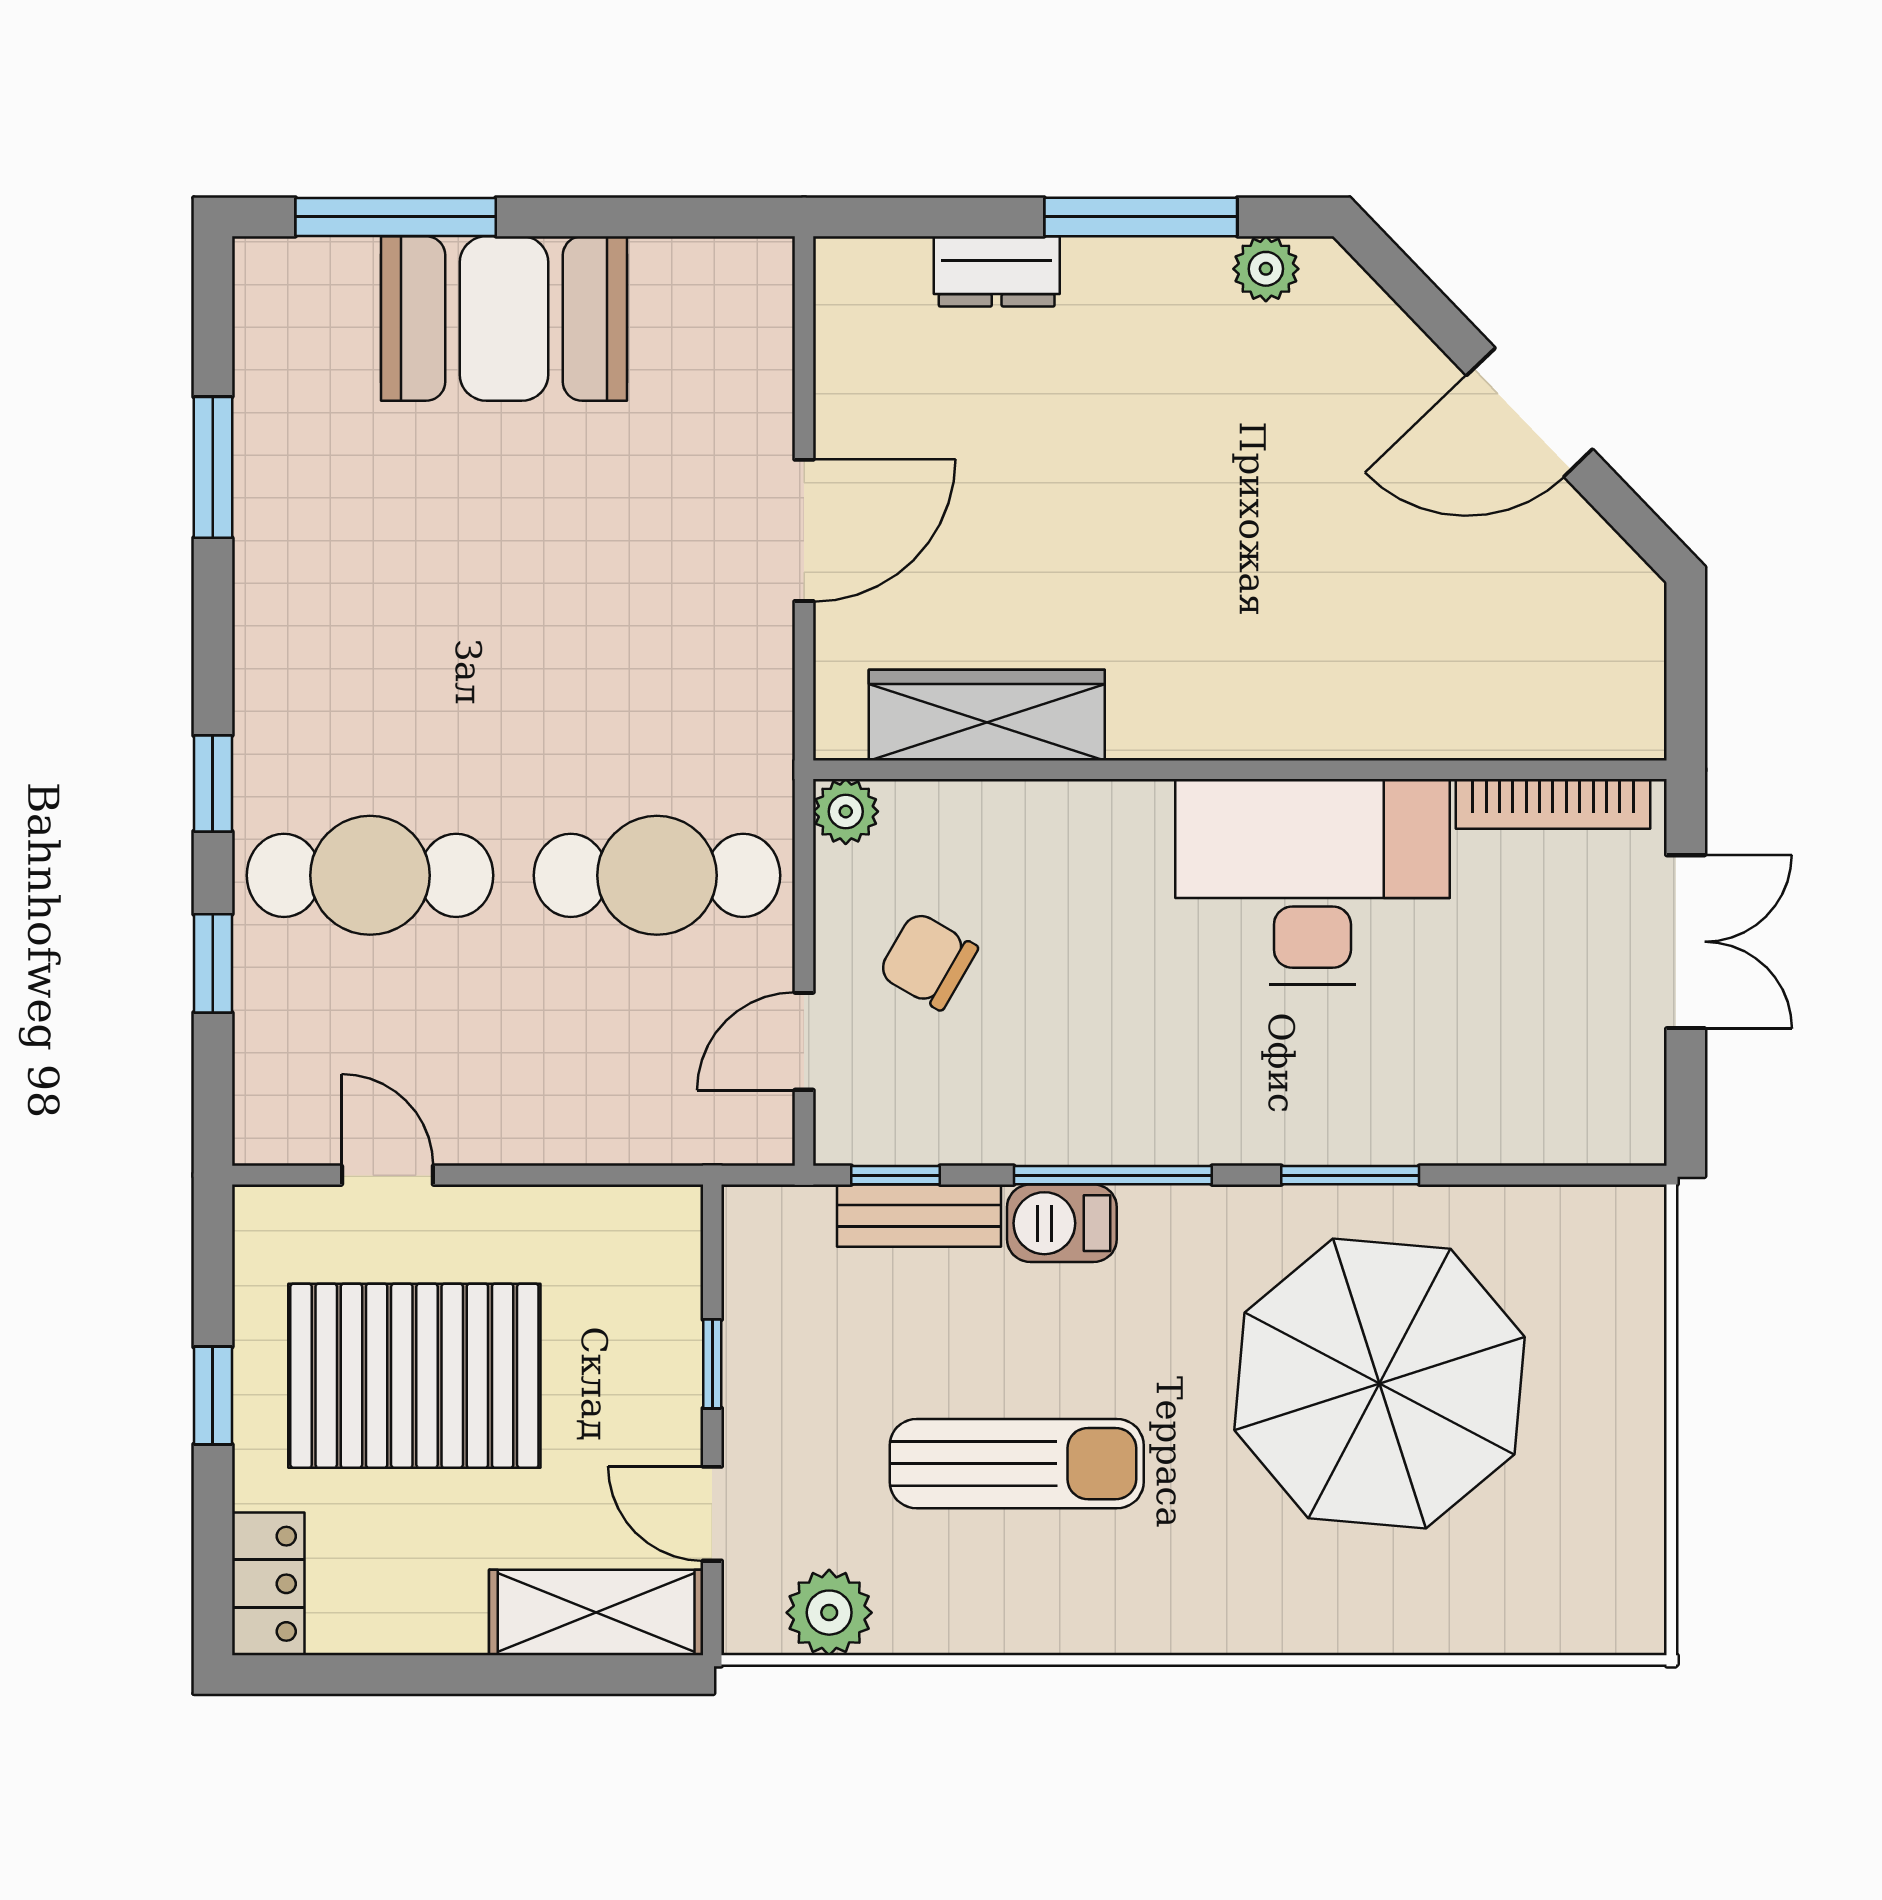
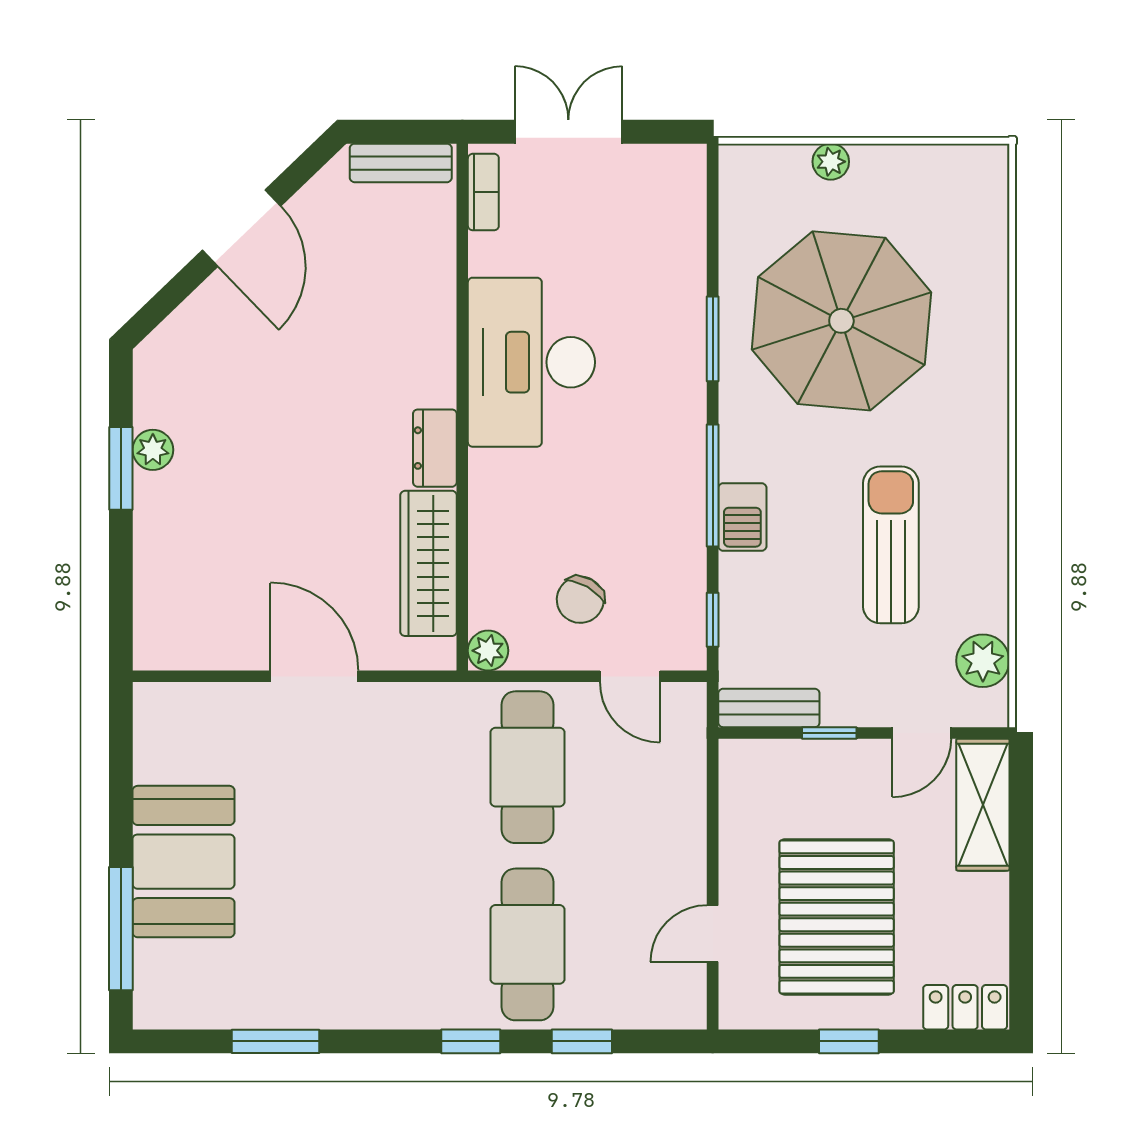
window: (1141, 217) -> (121, 468), width x0.69
plant: (1266, 269) -> (153, 450), moved
dresser: (997, 271) -> (435, 448), moved, turned 180
bench: (1635, 670) -> (401, 163), added
bookcase: (1553, 804) -> (483, 192), width x0.64
bench: (919, 1216) -> (769, 708), moved, turned 90
plant: (1637, 1366) -> (831, 162), added

